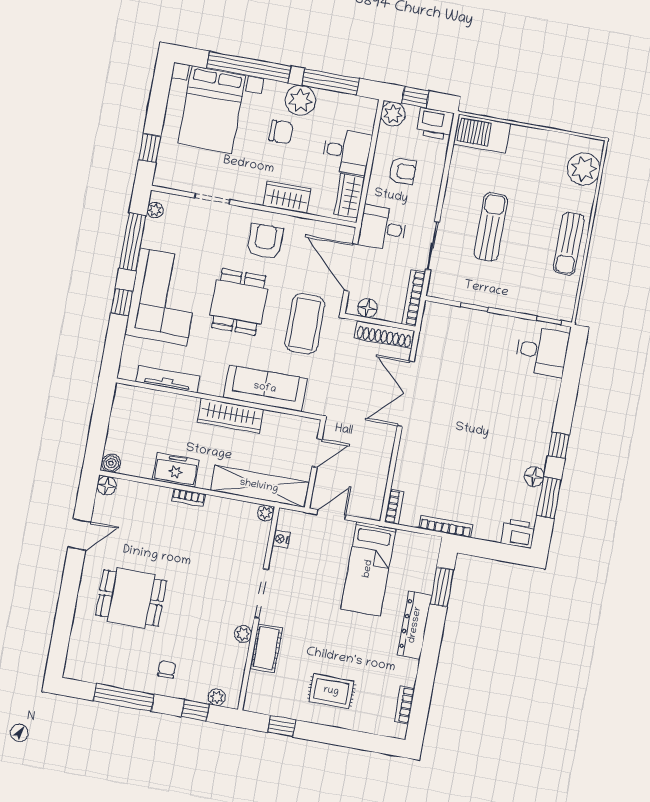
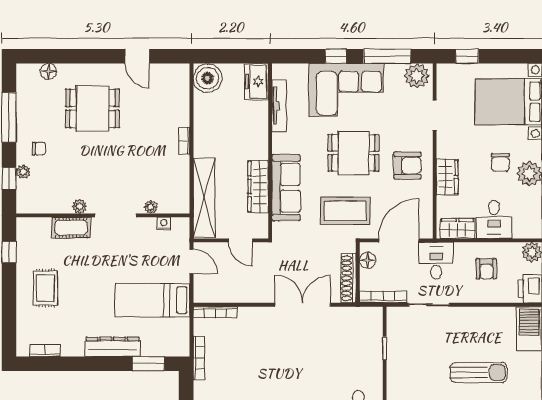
plant: (155, 210) -> (417, 76), width x1.87, depth x1.87
sun lounger: (491, 227) -> (478, 372), moved
wardrobe: (230, 416) -> (258, 186), moved
boiler: (111, 463) -> (208, 78), width x1.86, depth x1.86
freezer: (176, 470) -> (257, 81), moved, turned 180
floor lamp: (107, 486) -> (48, 71), moved
bookcase: (394, 507) -> (215, 312), width x1.56
plant: (266, 513) -> (151, 207), moved
dining table: (131, 598) -> (92, 108), turned 90
plant: (217, 697) -> (23, 172), moved

